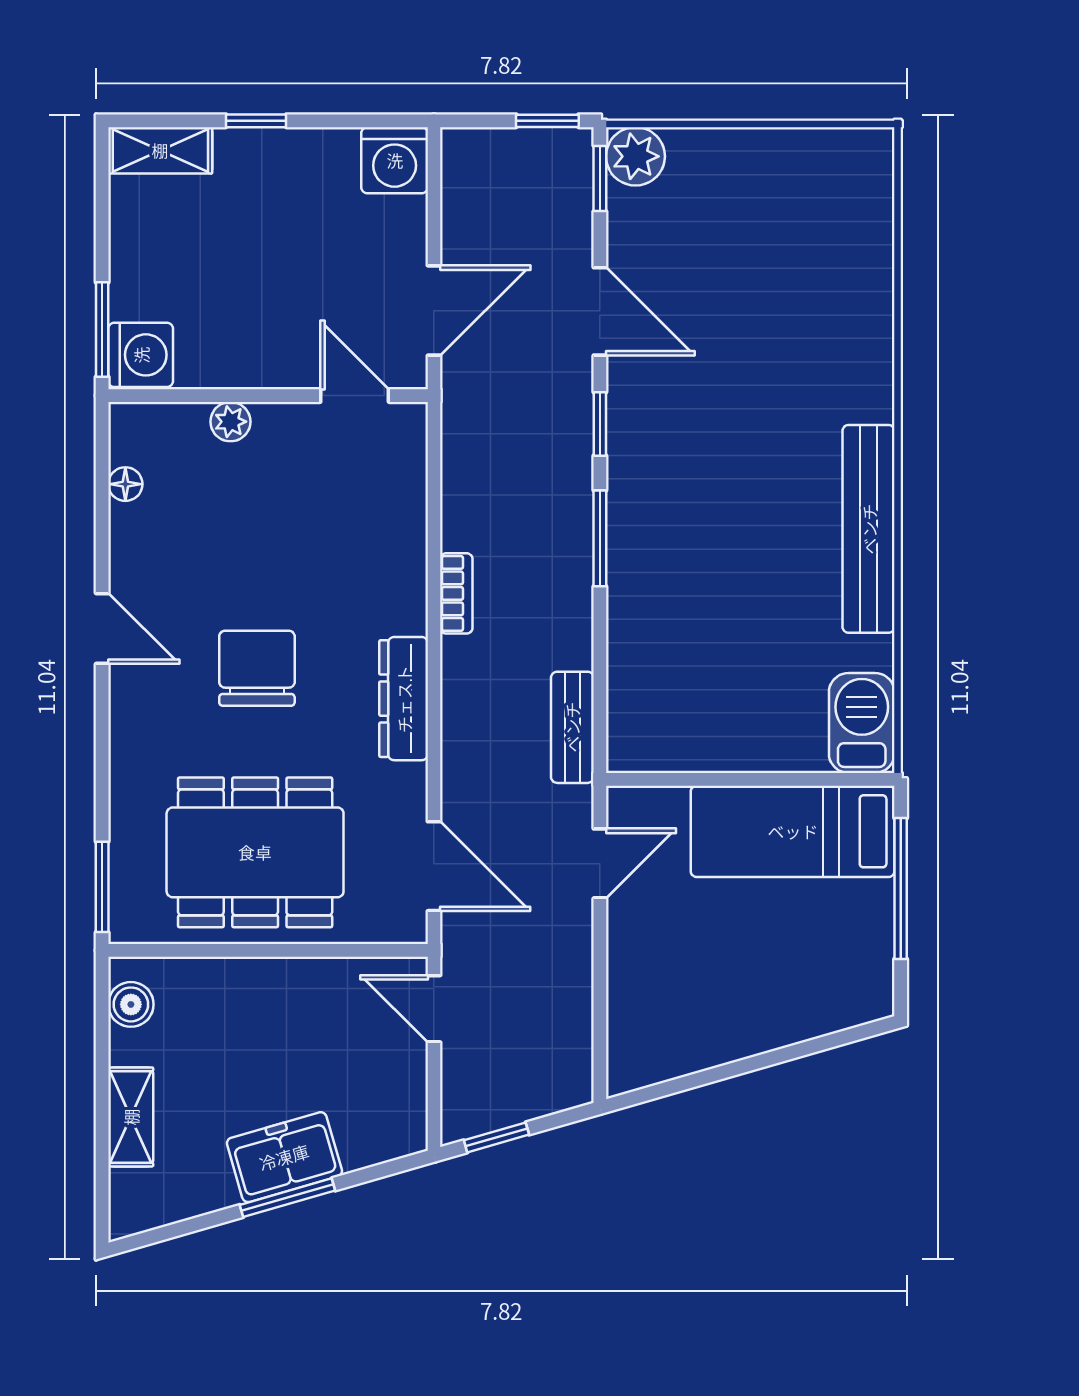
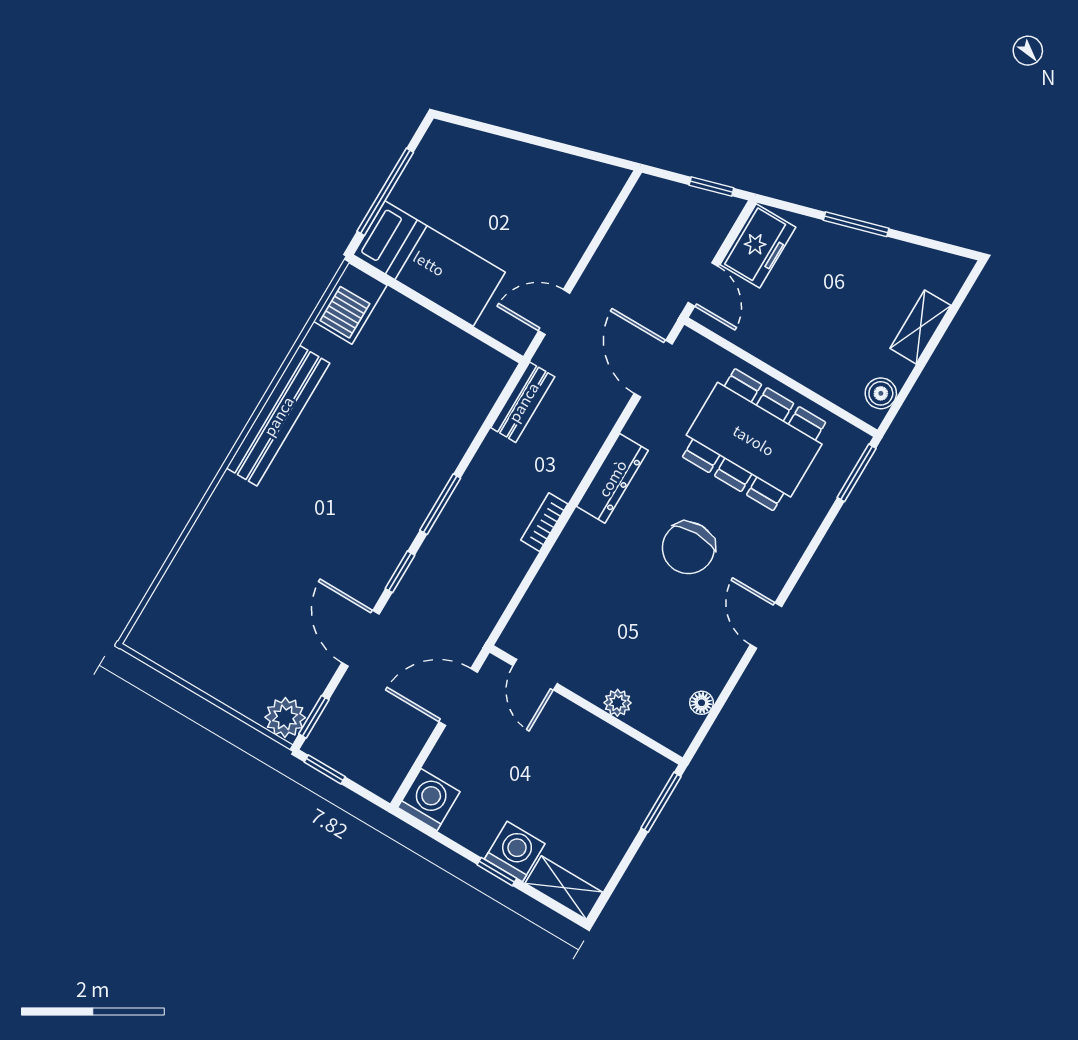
washing machine: (141, 355) -> (515, 851), moved, turned 90
freezer: (284, 1157) -> (758, 246), moved, turned -74

